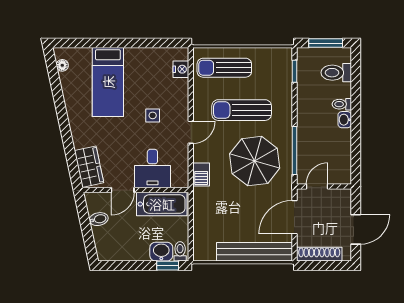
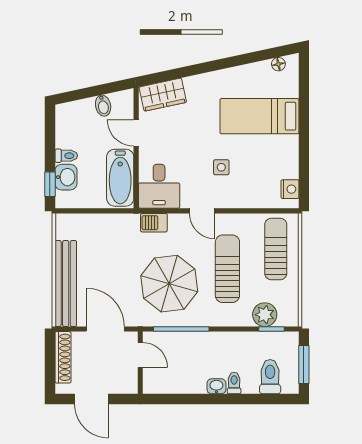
nightstand: (181, 69) -> (290, 189), moved, turned -90
plant: (282, 77) -> (265, 315), added
desk: (152, 169) -> (159, 186), moved, turned -90
toilet: (180, 251) -> (66, 156), moved

